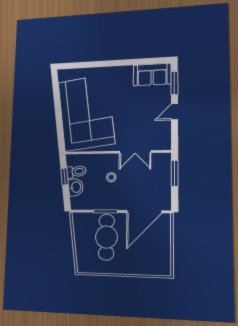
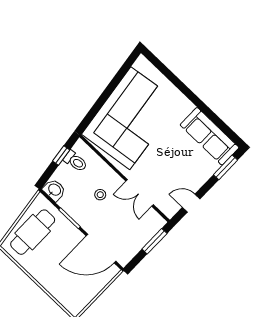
sofa: (152, 75) -> (210, 136), width x1.36
door: (174, 112) -> (191, 203), moved
washbasin: (76, 187) -> (54, 190), moved, turned -82
cafe table: (106, 237) -> (33, 232), moved

